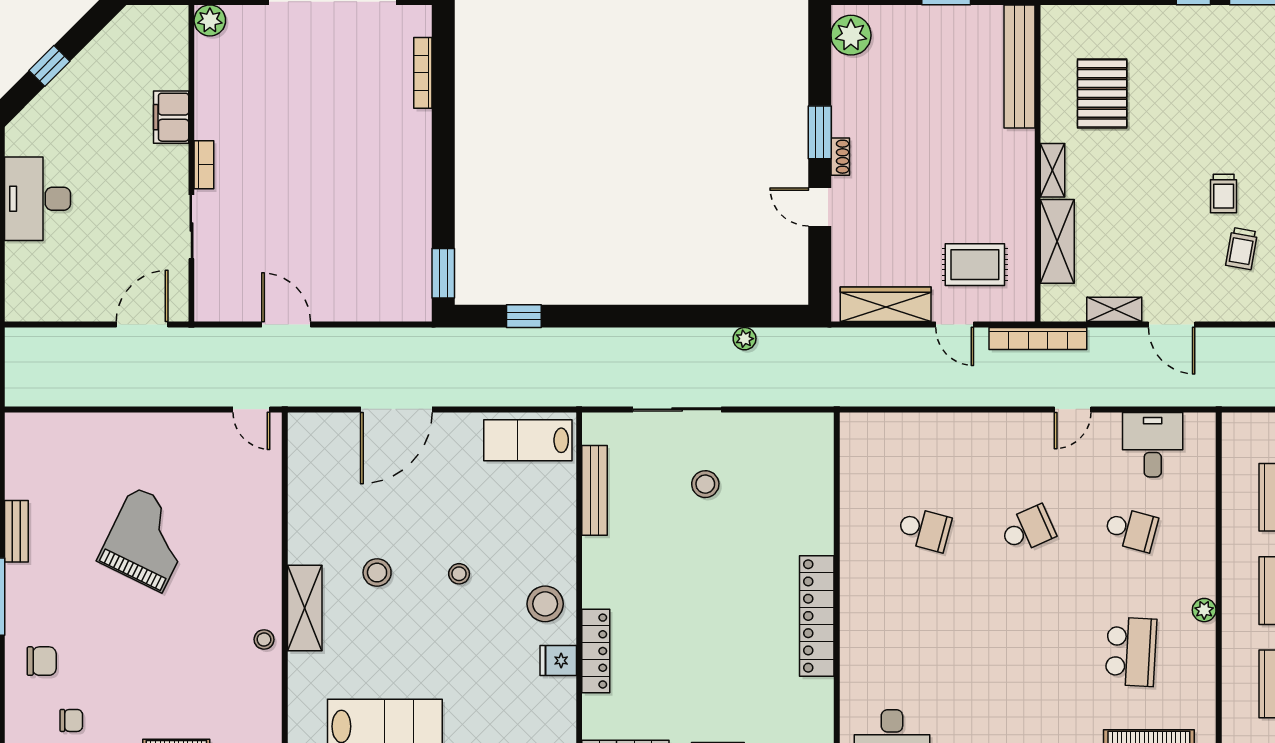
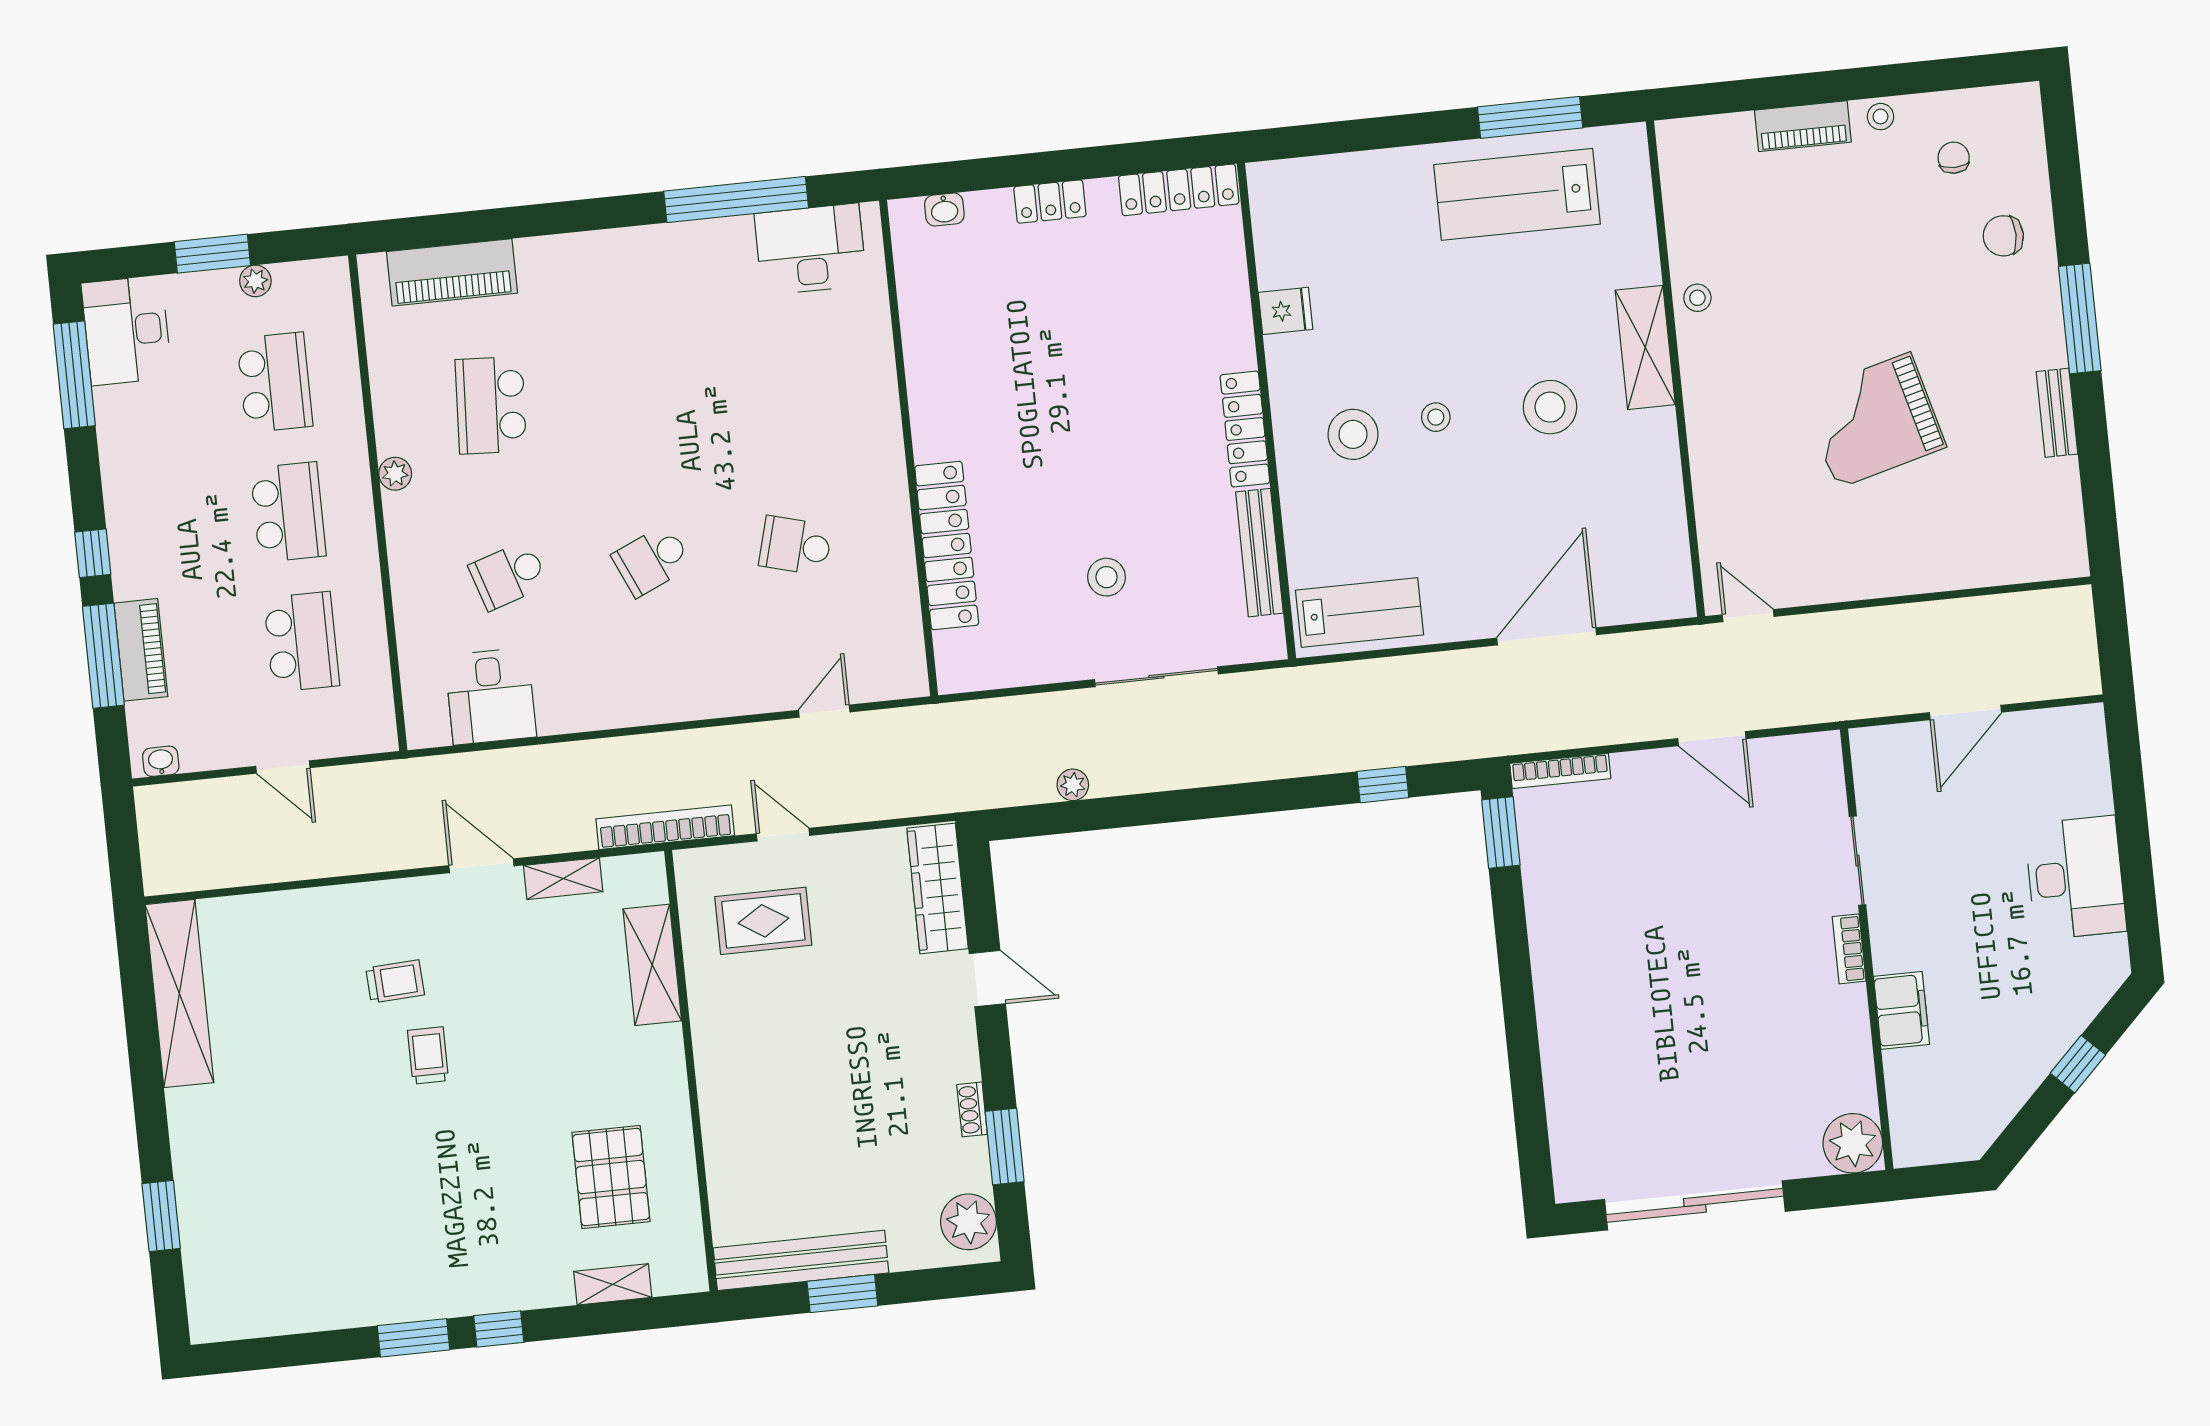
plant: (210, 20) -> (1853, 1143), width x1.36, depth x1.36
bench: (1019, 66) -> (801, 1260), moved, turned 90
bookcase: (423, 73) -> (1560, 771), moved, turned 90
window: (820, 132) -> (1005, 1147), moved
shoe rack: (840, 157) -> (972, 1109), moved
shelving: (1053, 170) -> (613, 1284), moved, turned 90
trolley: (1242, 249) -> (395, 981), turned 77
wardrobe: (886, 304) -> (938, 888), moved, turned 90
door: (142, 325) -> (1965, 712), moved
door: (1073, 409) -> (824, 711), moved
school desk: (1131, 529) -> (508, 575), turned -33
grand piano: (148, 539) -> (1874, 420), turned 49
stool: (377, 573) -> (1550, 407), width x1.38, depth x1.38
stool: (545, 604) -> (1353, 434), moved
locker: (817, 616) -> (947, 546), moved
locker: (596, 651) -> (1245, 429), moved
chair: (71, 720) -> (1954, 158), turned 90

